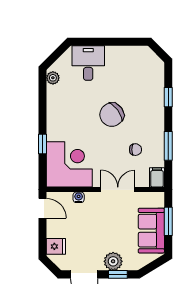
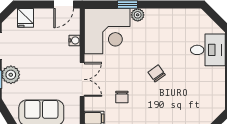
plant: (53, 78) -> (138, 15), moved
chair: (112, 115) -> (157, 73), width x0.54, depth x0.54

